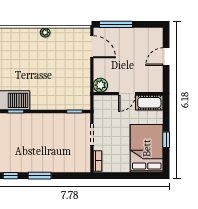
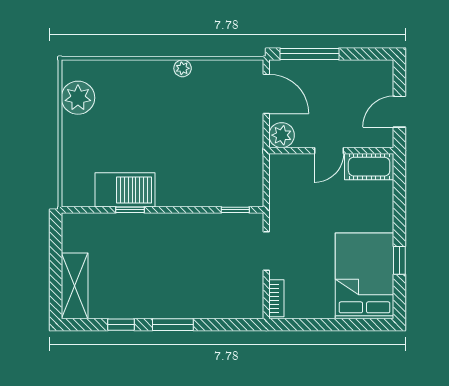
plant: (100, 85) -> (282, 135), moved
door: (127, 94) -> (329, 151), moved
wall: (128, 94) -> (331, 151), moved
cot: (149, 103) -> (369, 167), moved

